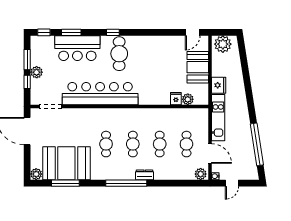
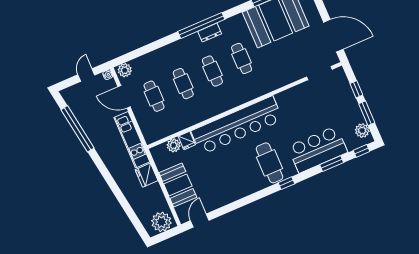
plant: (37, 72) -> (362, 131), moved
bar counter: (100, 94) -> (237, 125), moved
dresser: (145, 175) -> (210, 33), moved

